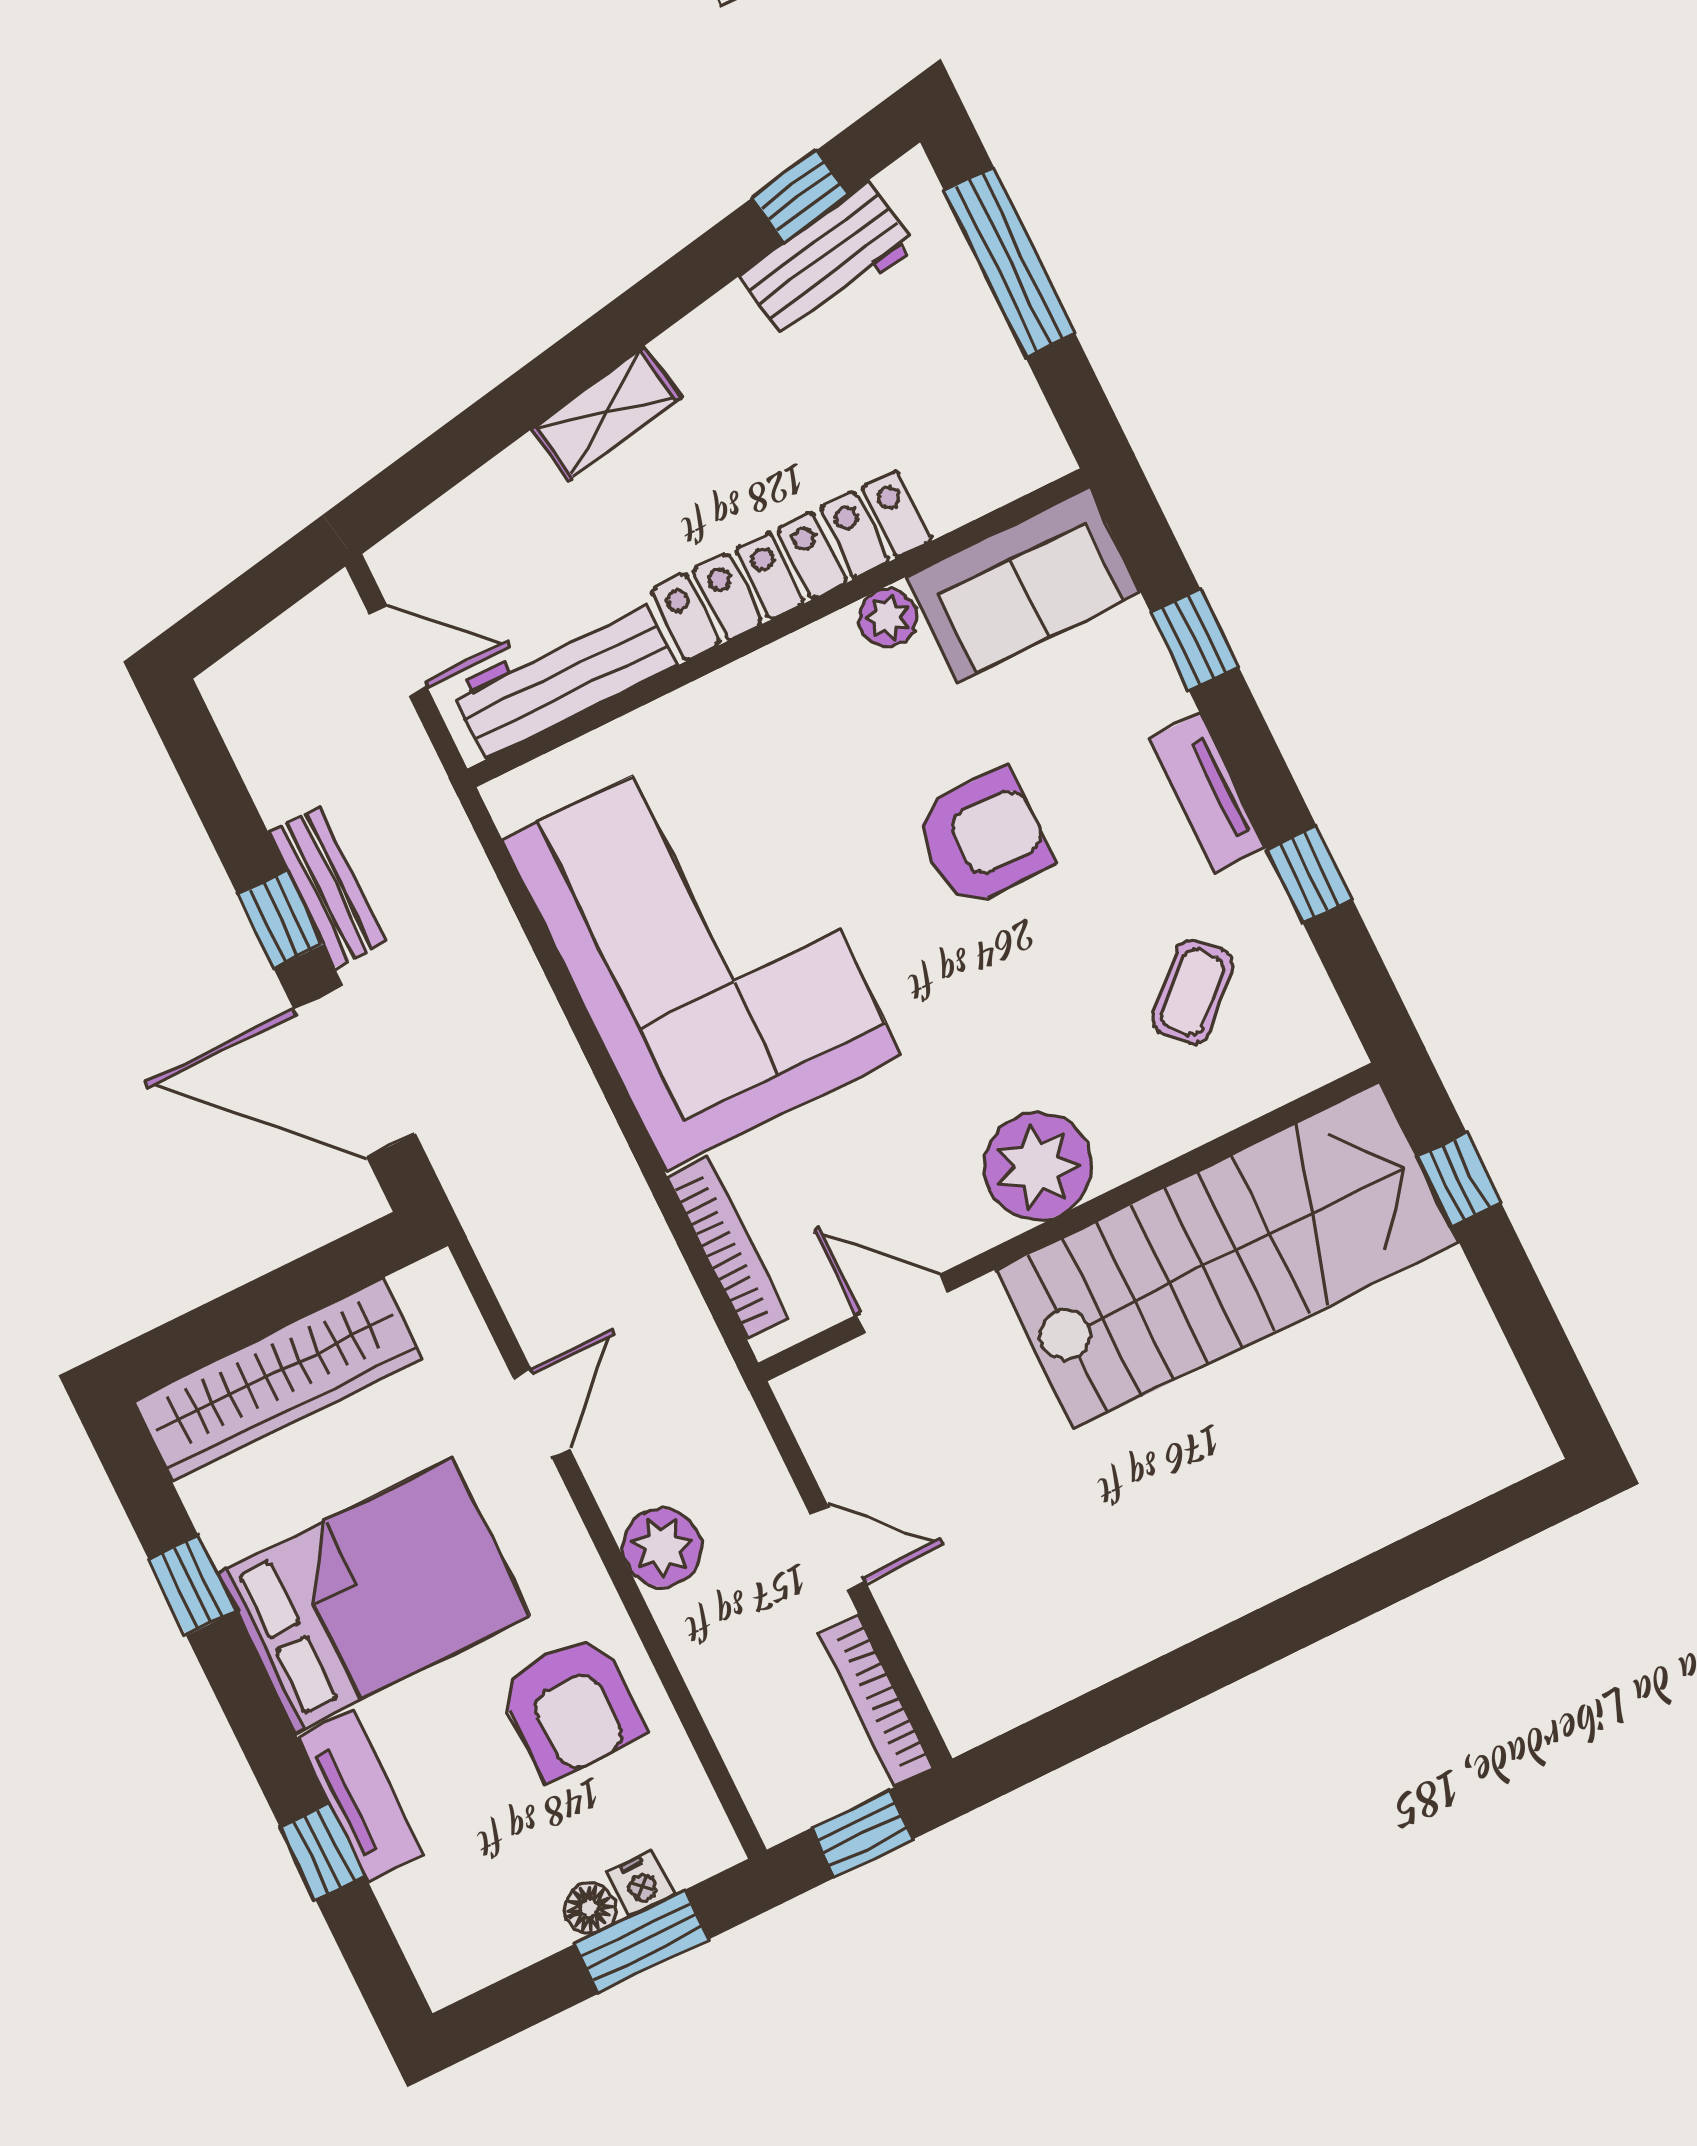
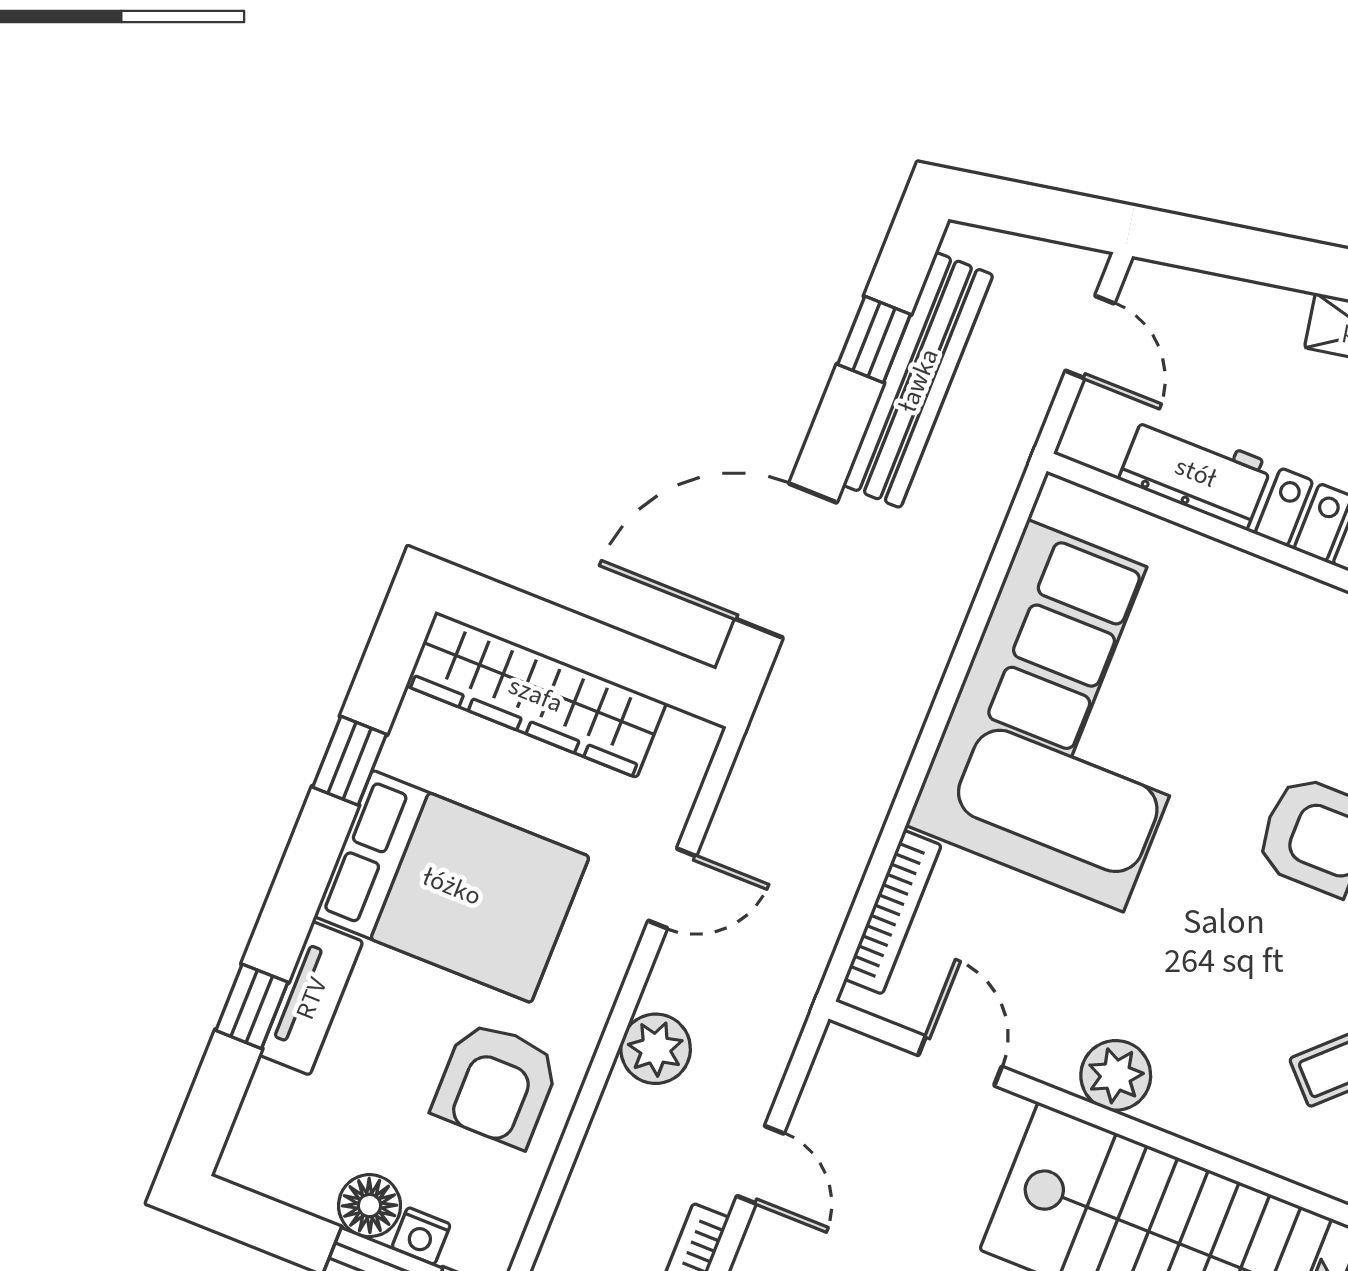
workbench: (563, 677) -> (1196, 472), width x0.73
bench: (327, 887) -> (918, 380), width x1.86, depth x1.21
window: (280, 919) -> (874, 339), moved
door: (355, 1071) -> (786, 561), hinge flipped
plant: (1038, 1166) -> (1116, 1075), width x0.73, depth x0.73
floor lamp: (590, 1908) -> (370, 1206), width x1.37, depth x1.37

